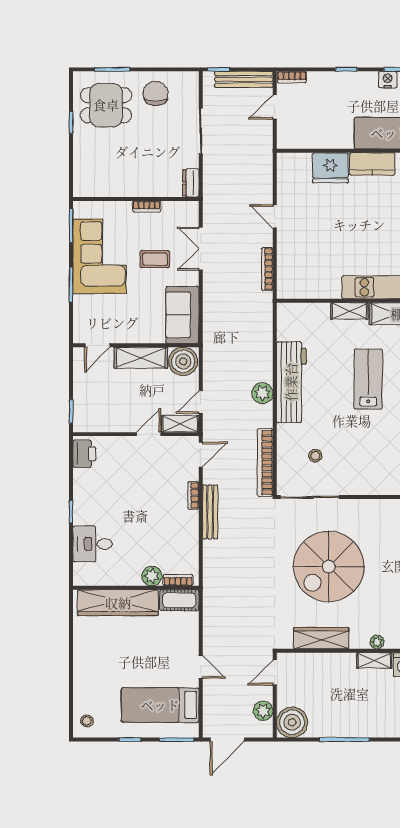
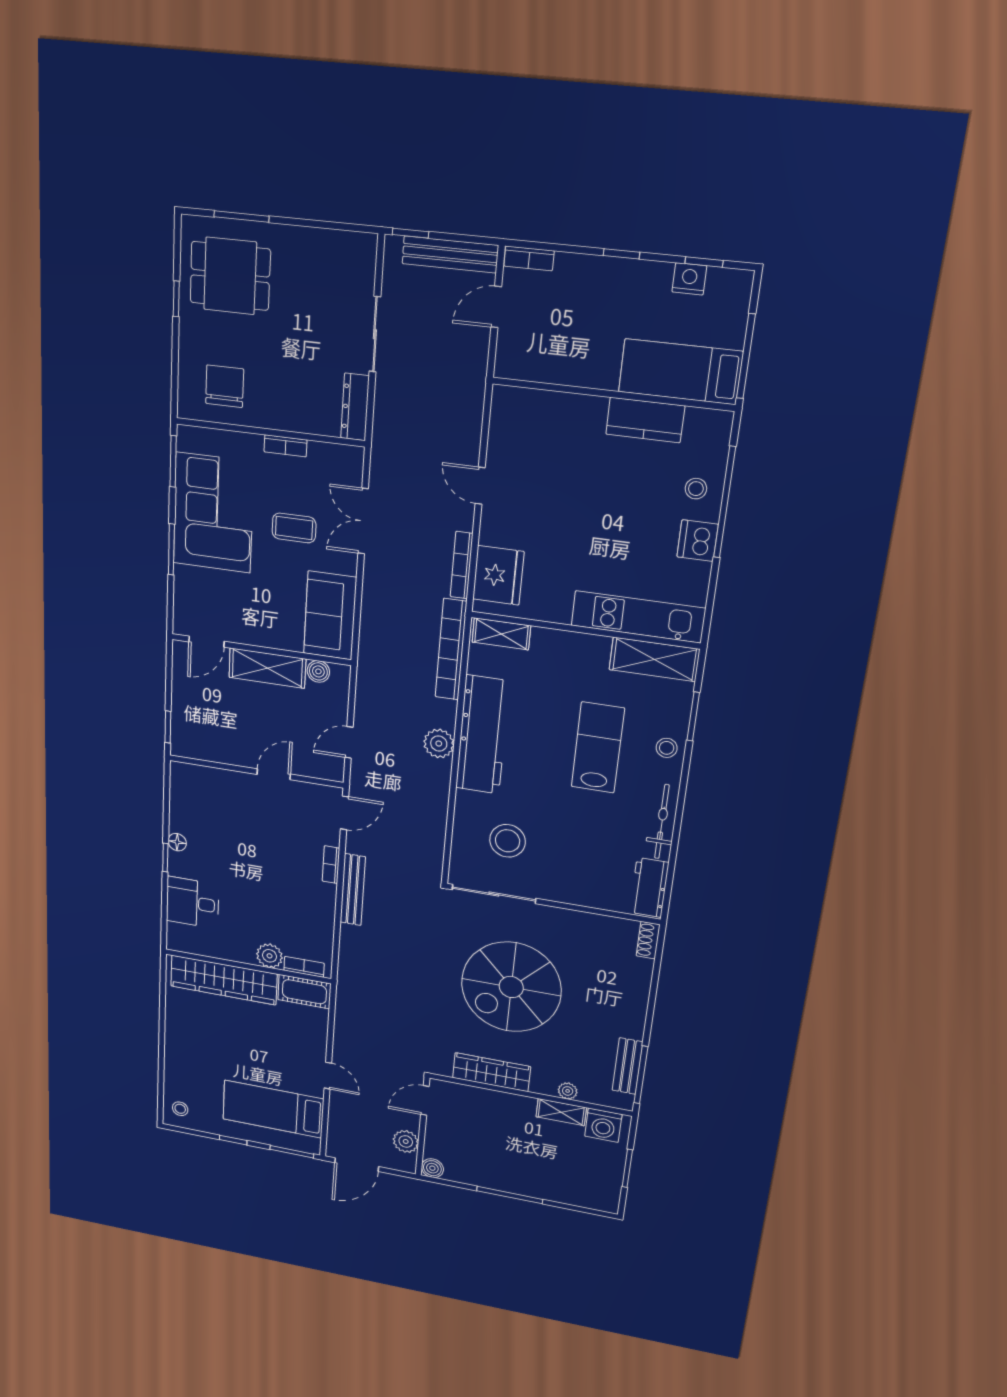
chair: (156, 93) -> (225, 386), moved
fridge: (330, 168) -> (498, 575), moved, turned -90
dresser: (191, 183) -> (355, 407), width x1.44
shelving: (349, 311) -> (501, 634), moved
boiler: (183, 361) -> (318, 671), width x0.54, depth x0.54
shelving: (180, 424) -> (318, 767), removed
printer: (84, 454) -> (185, 786), removed
stool: (315, 456) -> (508, 841), width x1.89, depth x1.89
bookcase: (265, 462) -> (451, 649), moved
floor lamp: (80, 498) -> (177, 842), added
boiler: (292, 722) -> (432, 1168), width x0.54, depth x0.54

